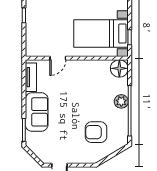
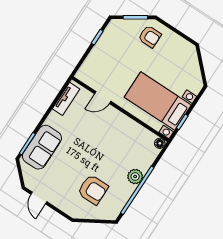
floor lamp: (119, 68) -> (160, 143), width x0.53, depth x0.53
sofa: (37, 112) -> (42, 147), moved
armchair: (96, 132) -> (93, 190), turned 180

